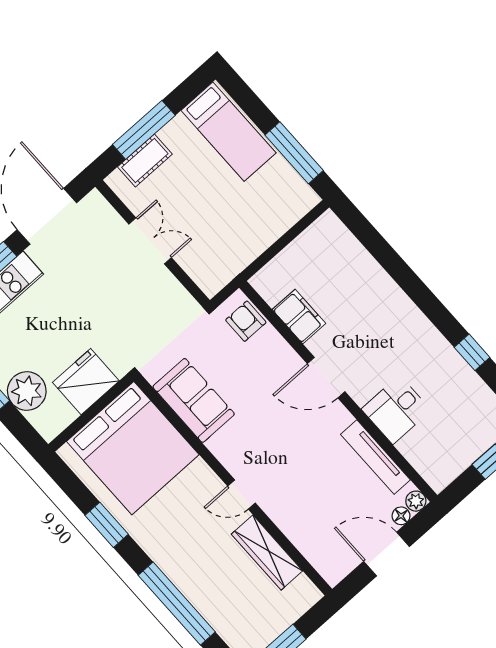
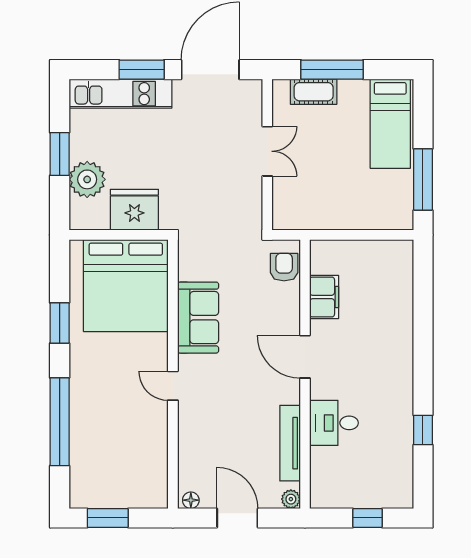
sofa: (194, 400) -> (198, 318), moved
floor lamp: (401, 516) -> (191, 500), moved
wardrobe: (267, 553) -> (155, 442), removed

